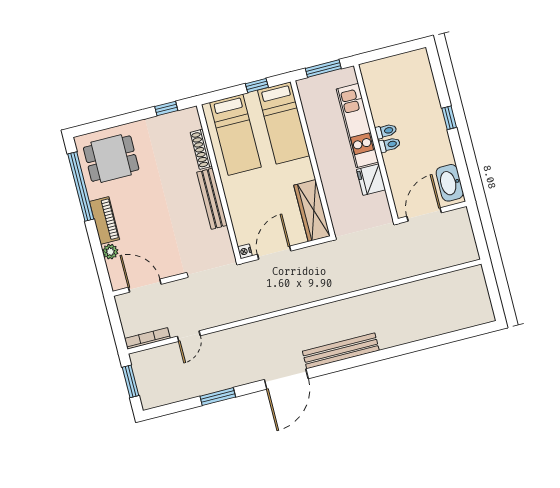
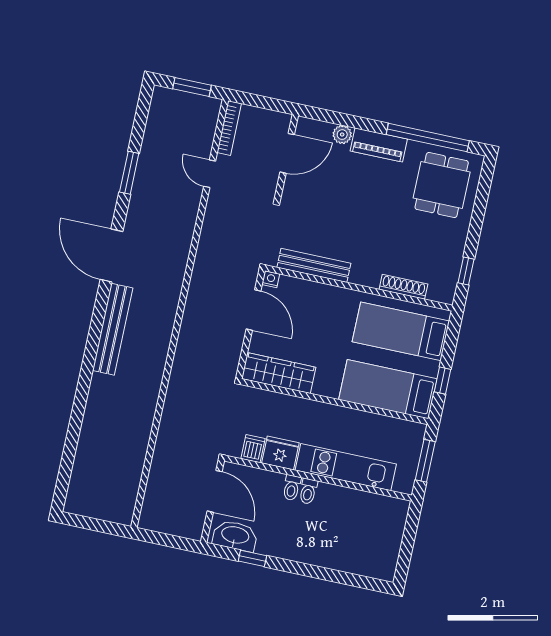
window: (449, 118) -> (252, 558), moved
toilet: (386, 131) -> (292, 488), moved
bench: (212, 199) -> (314, 265), moved
dishwasher: (378, 202) -> (253, 449), added

